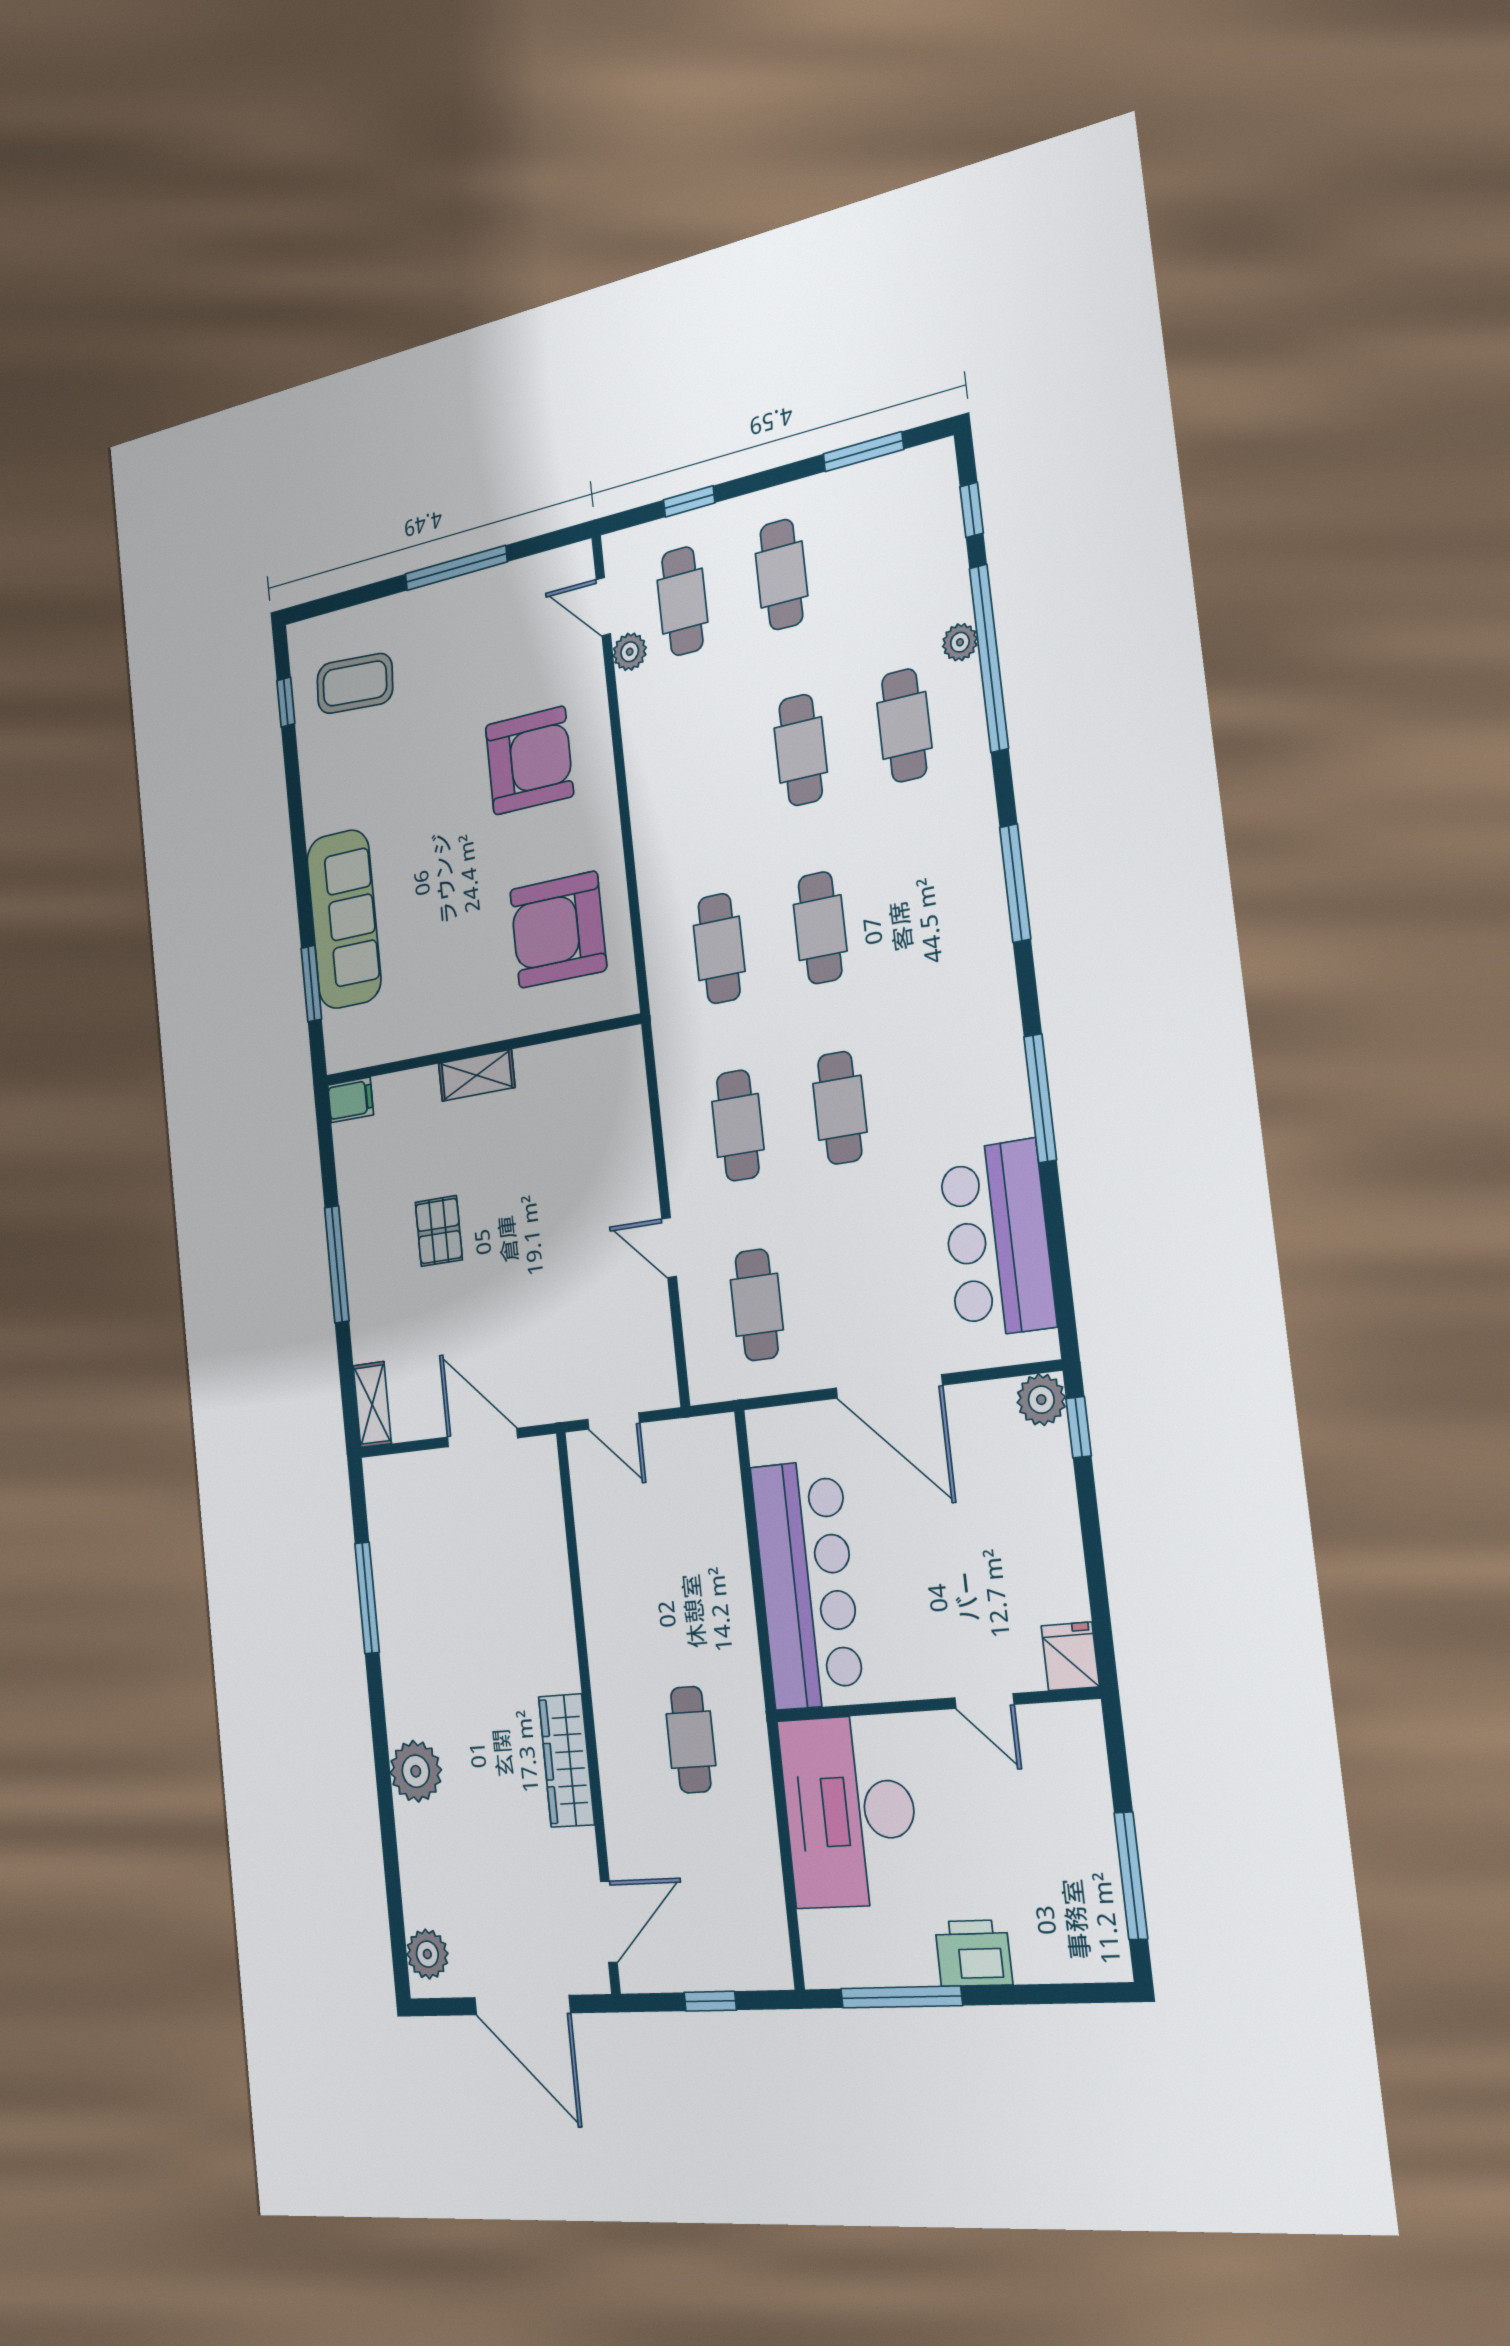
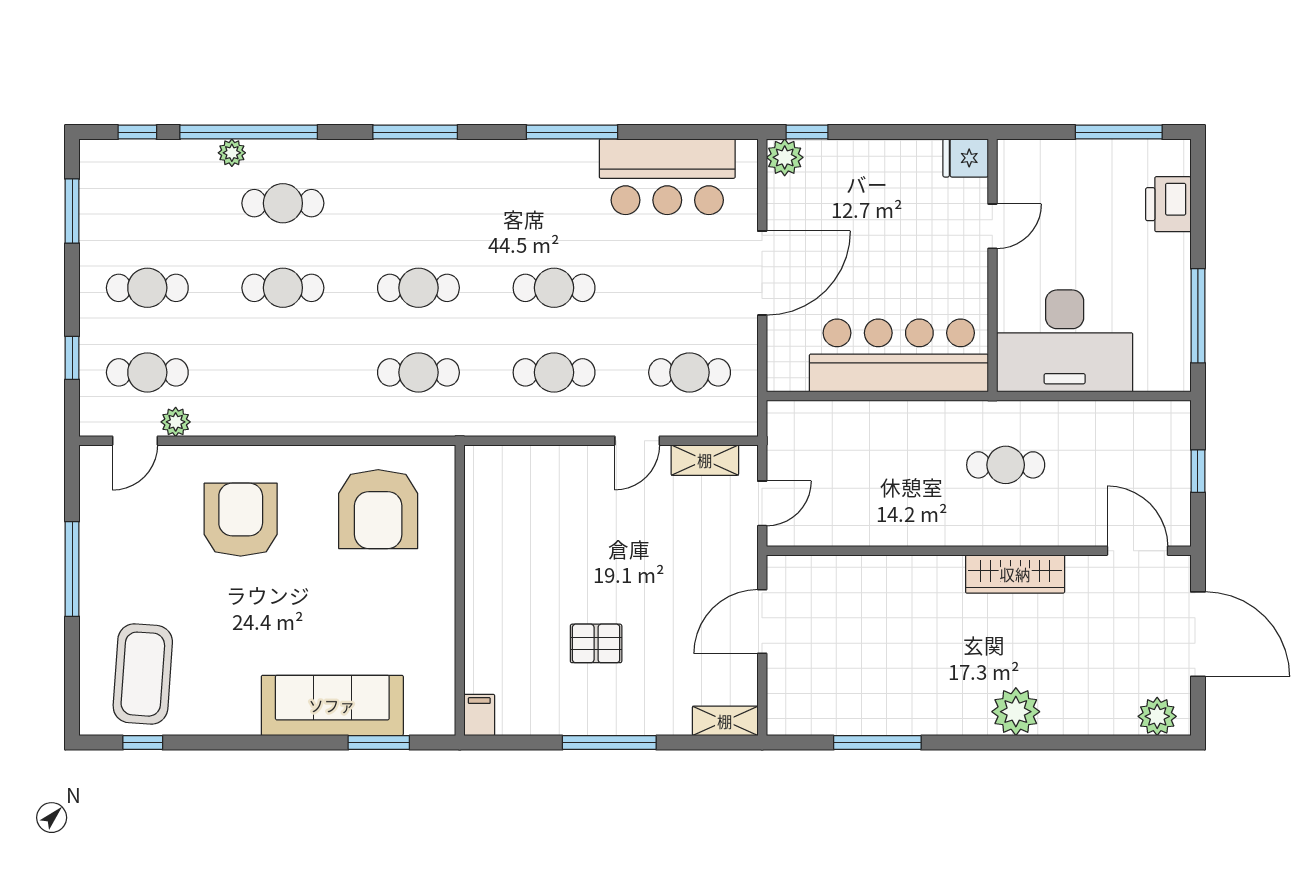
coffee table: (355, 683) -> (143, 674), width x1.36, depth x1.32
shelving: (477, 1075) -> (705, 460), moved, turned 90
printer: (973, 1953) -> (1168, 204), moved
door: (522, 2005) -> (1198, 634), hinge flipped

